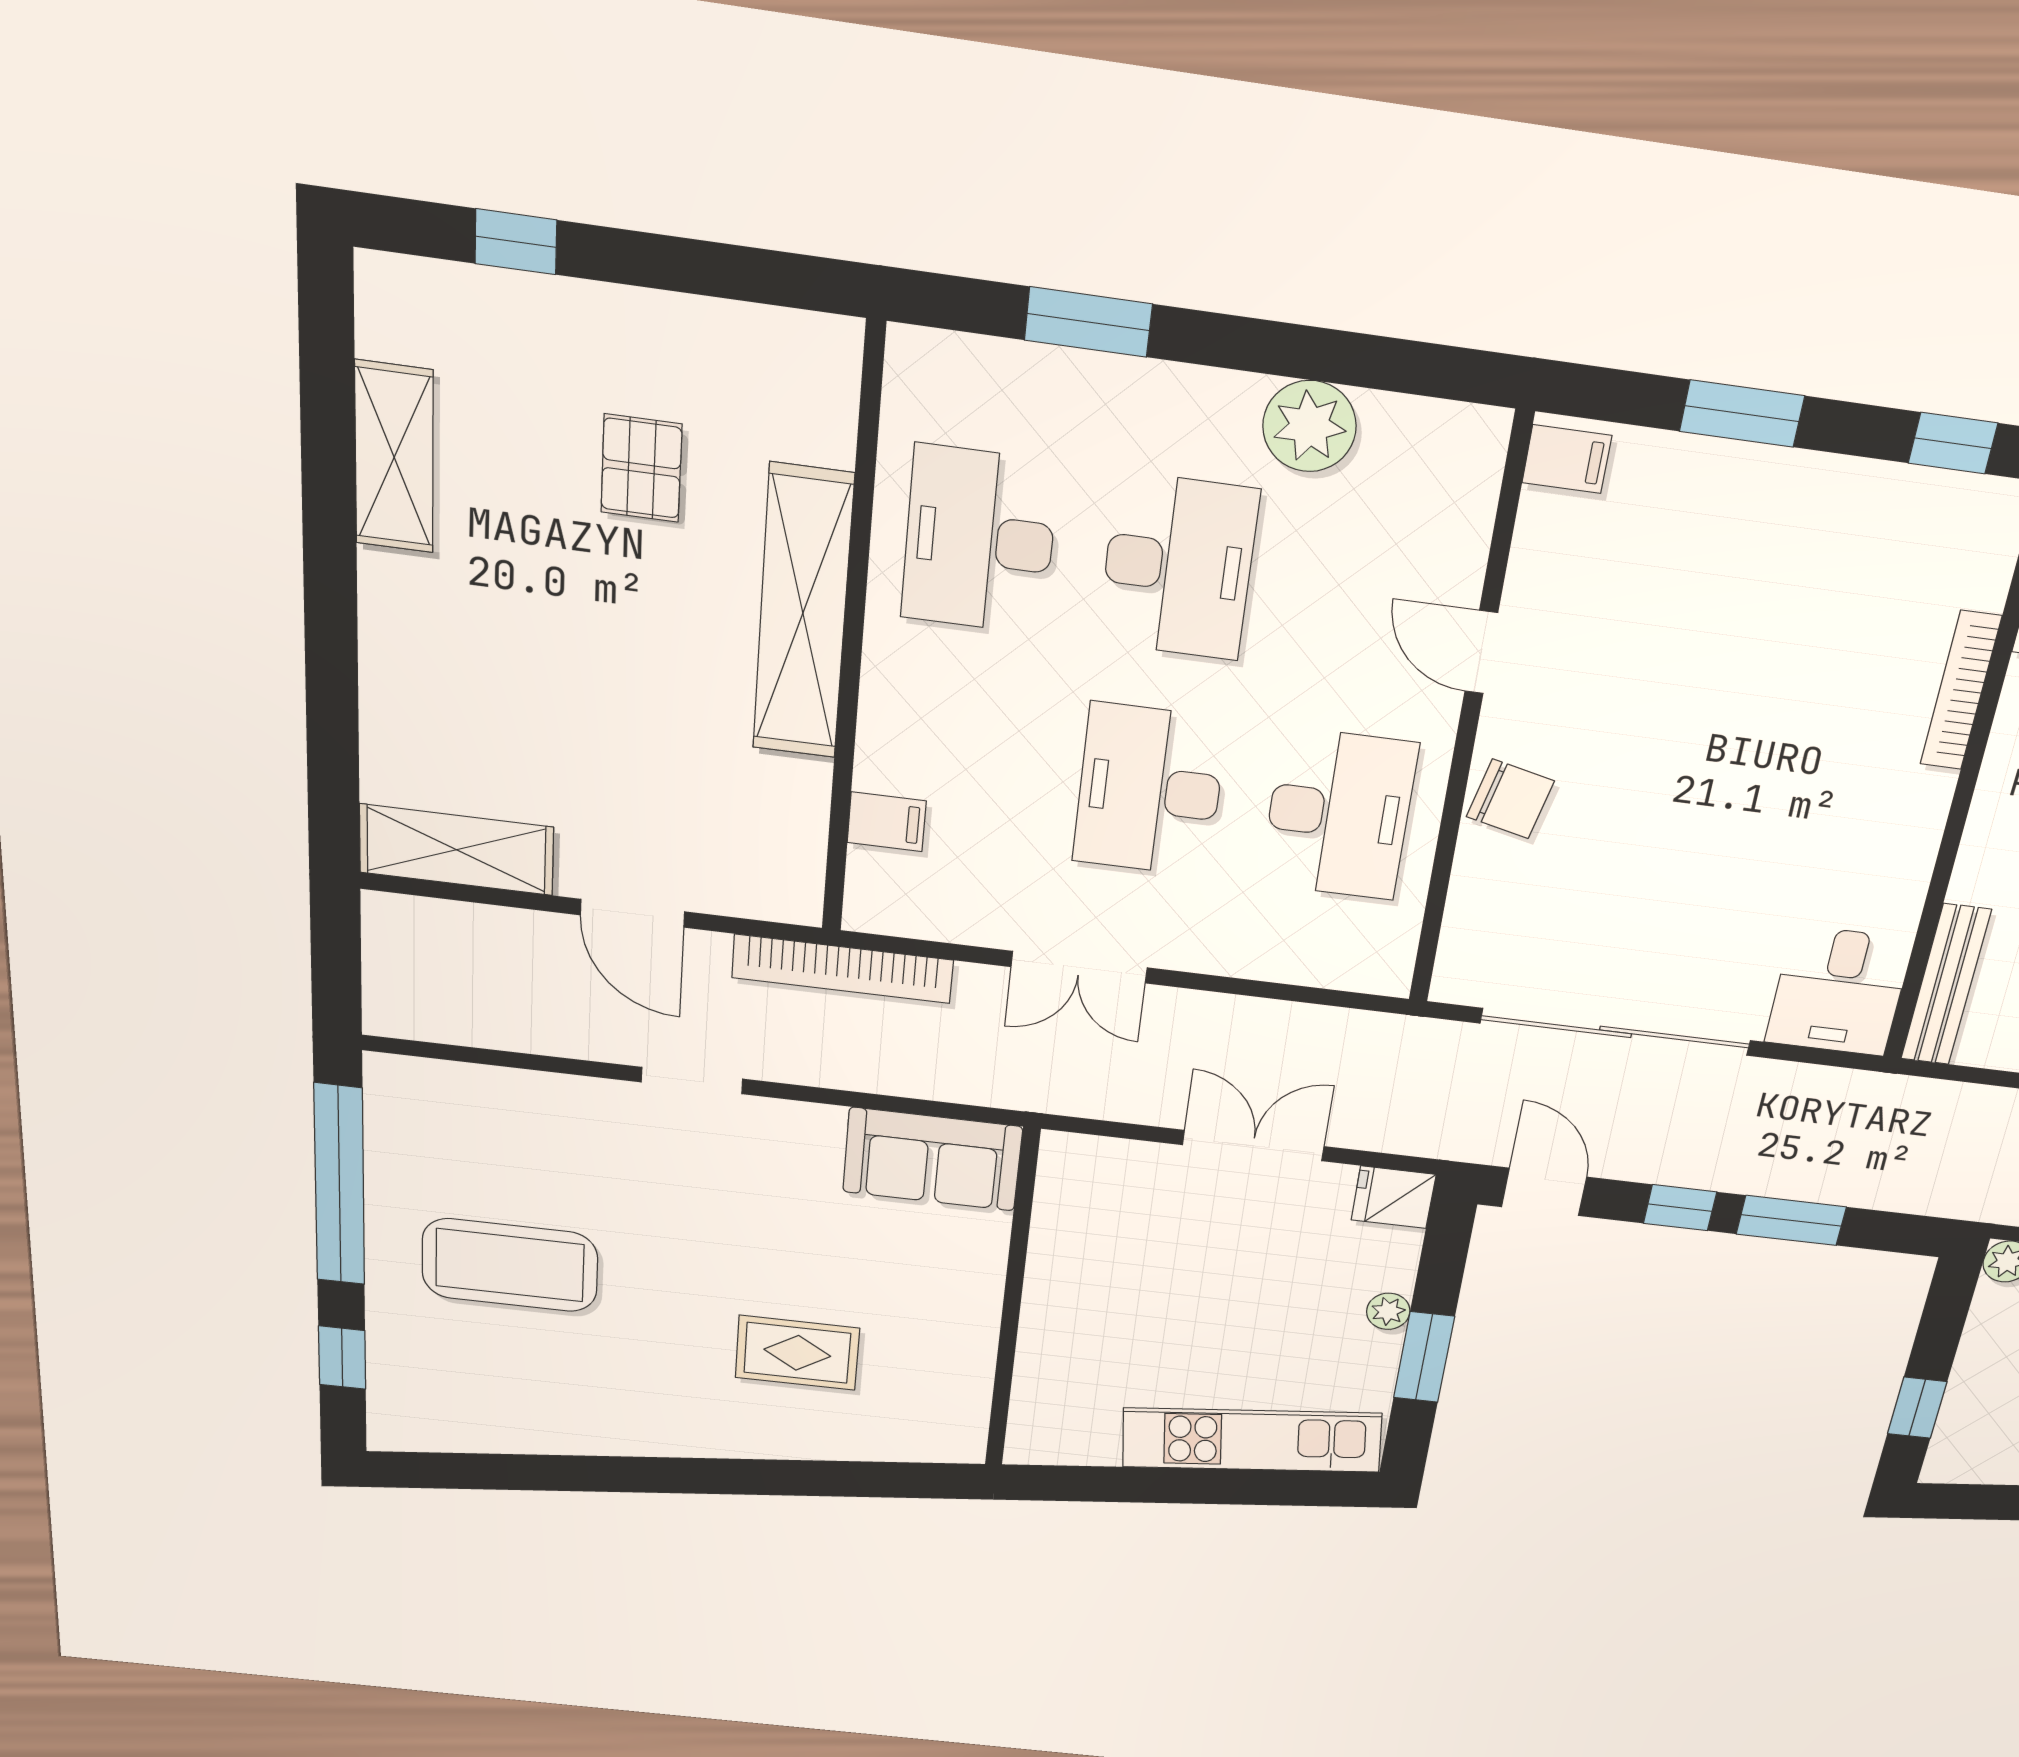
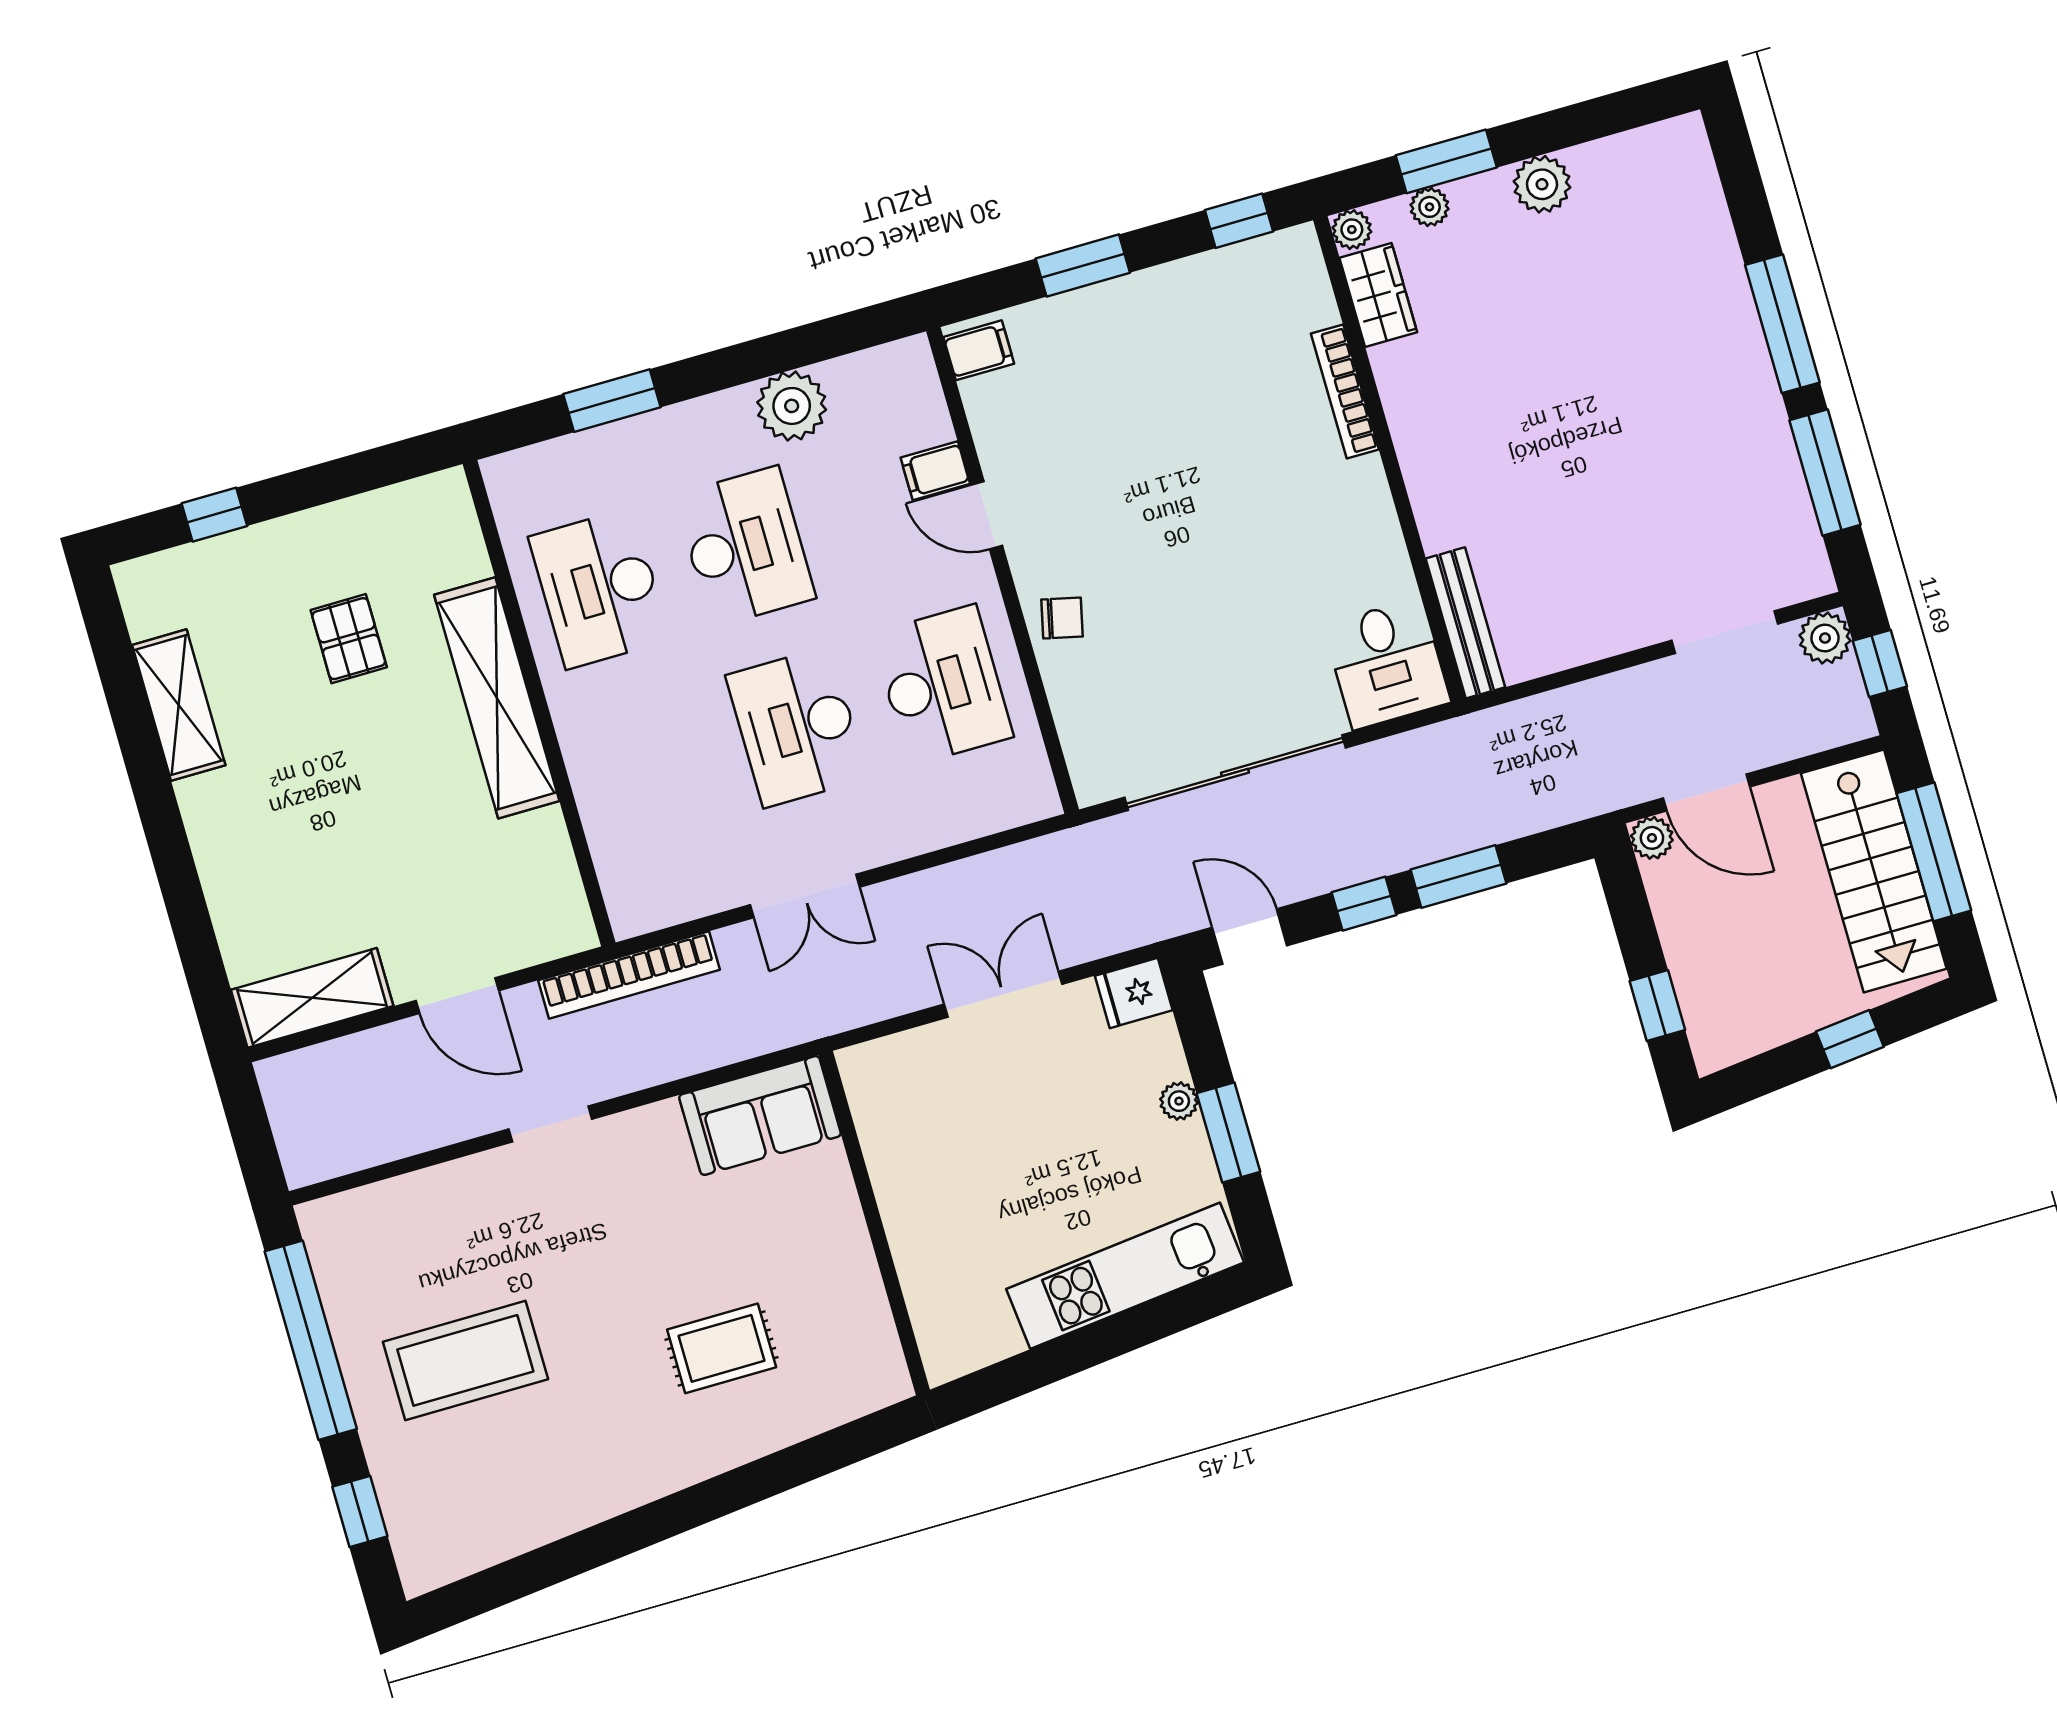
chair: (1510, 799) -> (1062, 618), width x0.73, depth x0.73
filing cabinet: (887, 822) -> (935, 471), moved, turned 180

